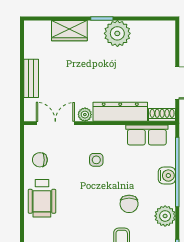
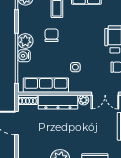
row of seats: (147, 135) -> (46, 85), width x1.48
plant: (165, 216) -> (25, 41), moved

